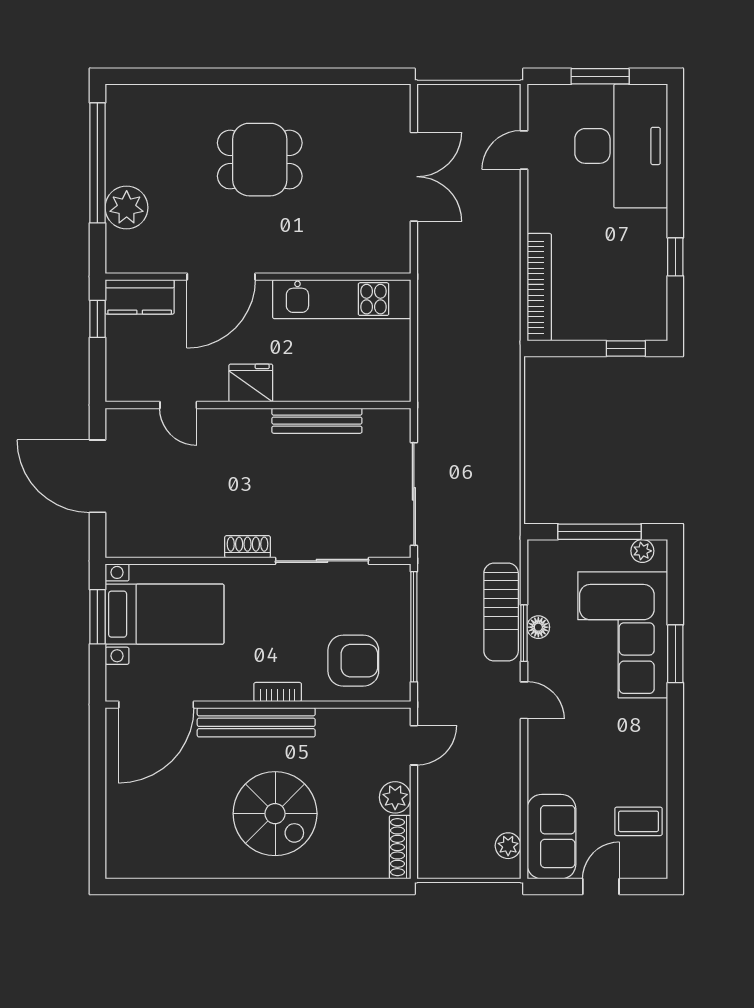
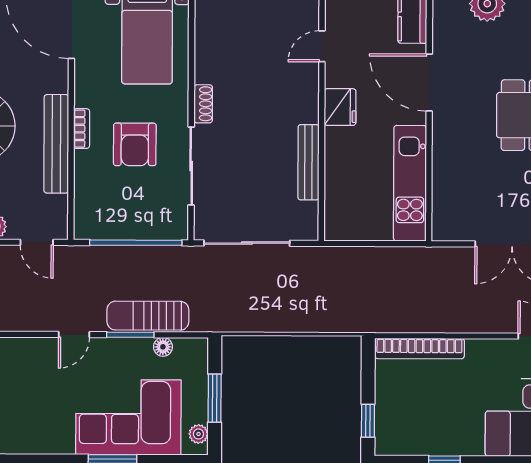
window: (599, 532) -> (215, 398), width x0.69
floor lamp: (538, 627) -> (163, 347), moved
armchair: (353, 661) -> (135, 144), moved
bench: (256, 722) -> (56, 144), moved

